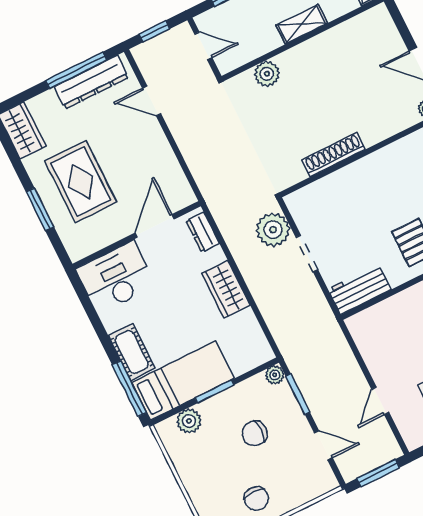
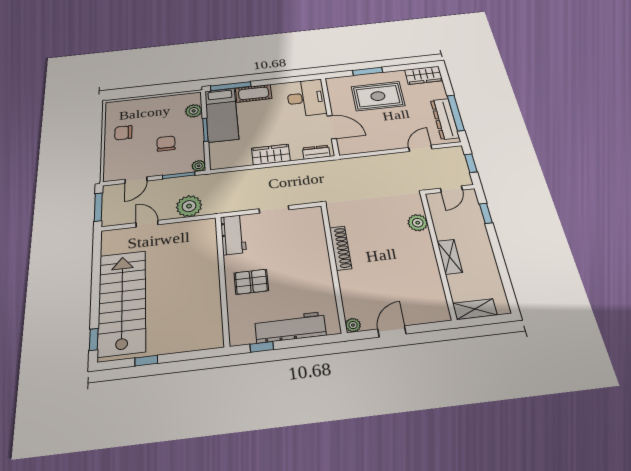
plant: (273, 230) -> (189, 206), moved

